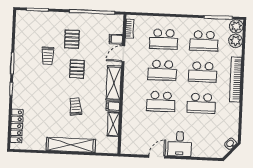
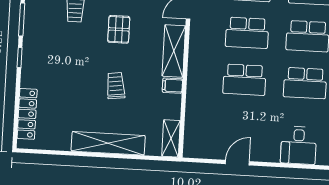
shelving: (113, 124) -> (171, 138), moved
desk: (180, 144) -> (299, 145), moved

